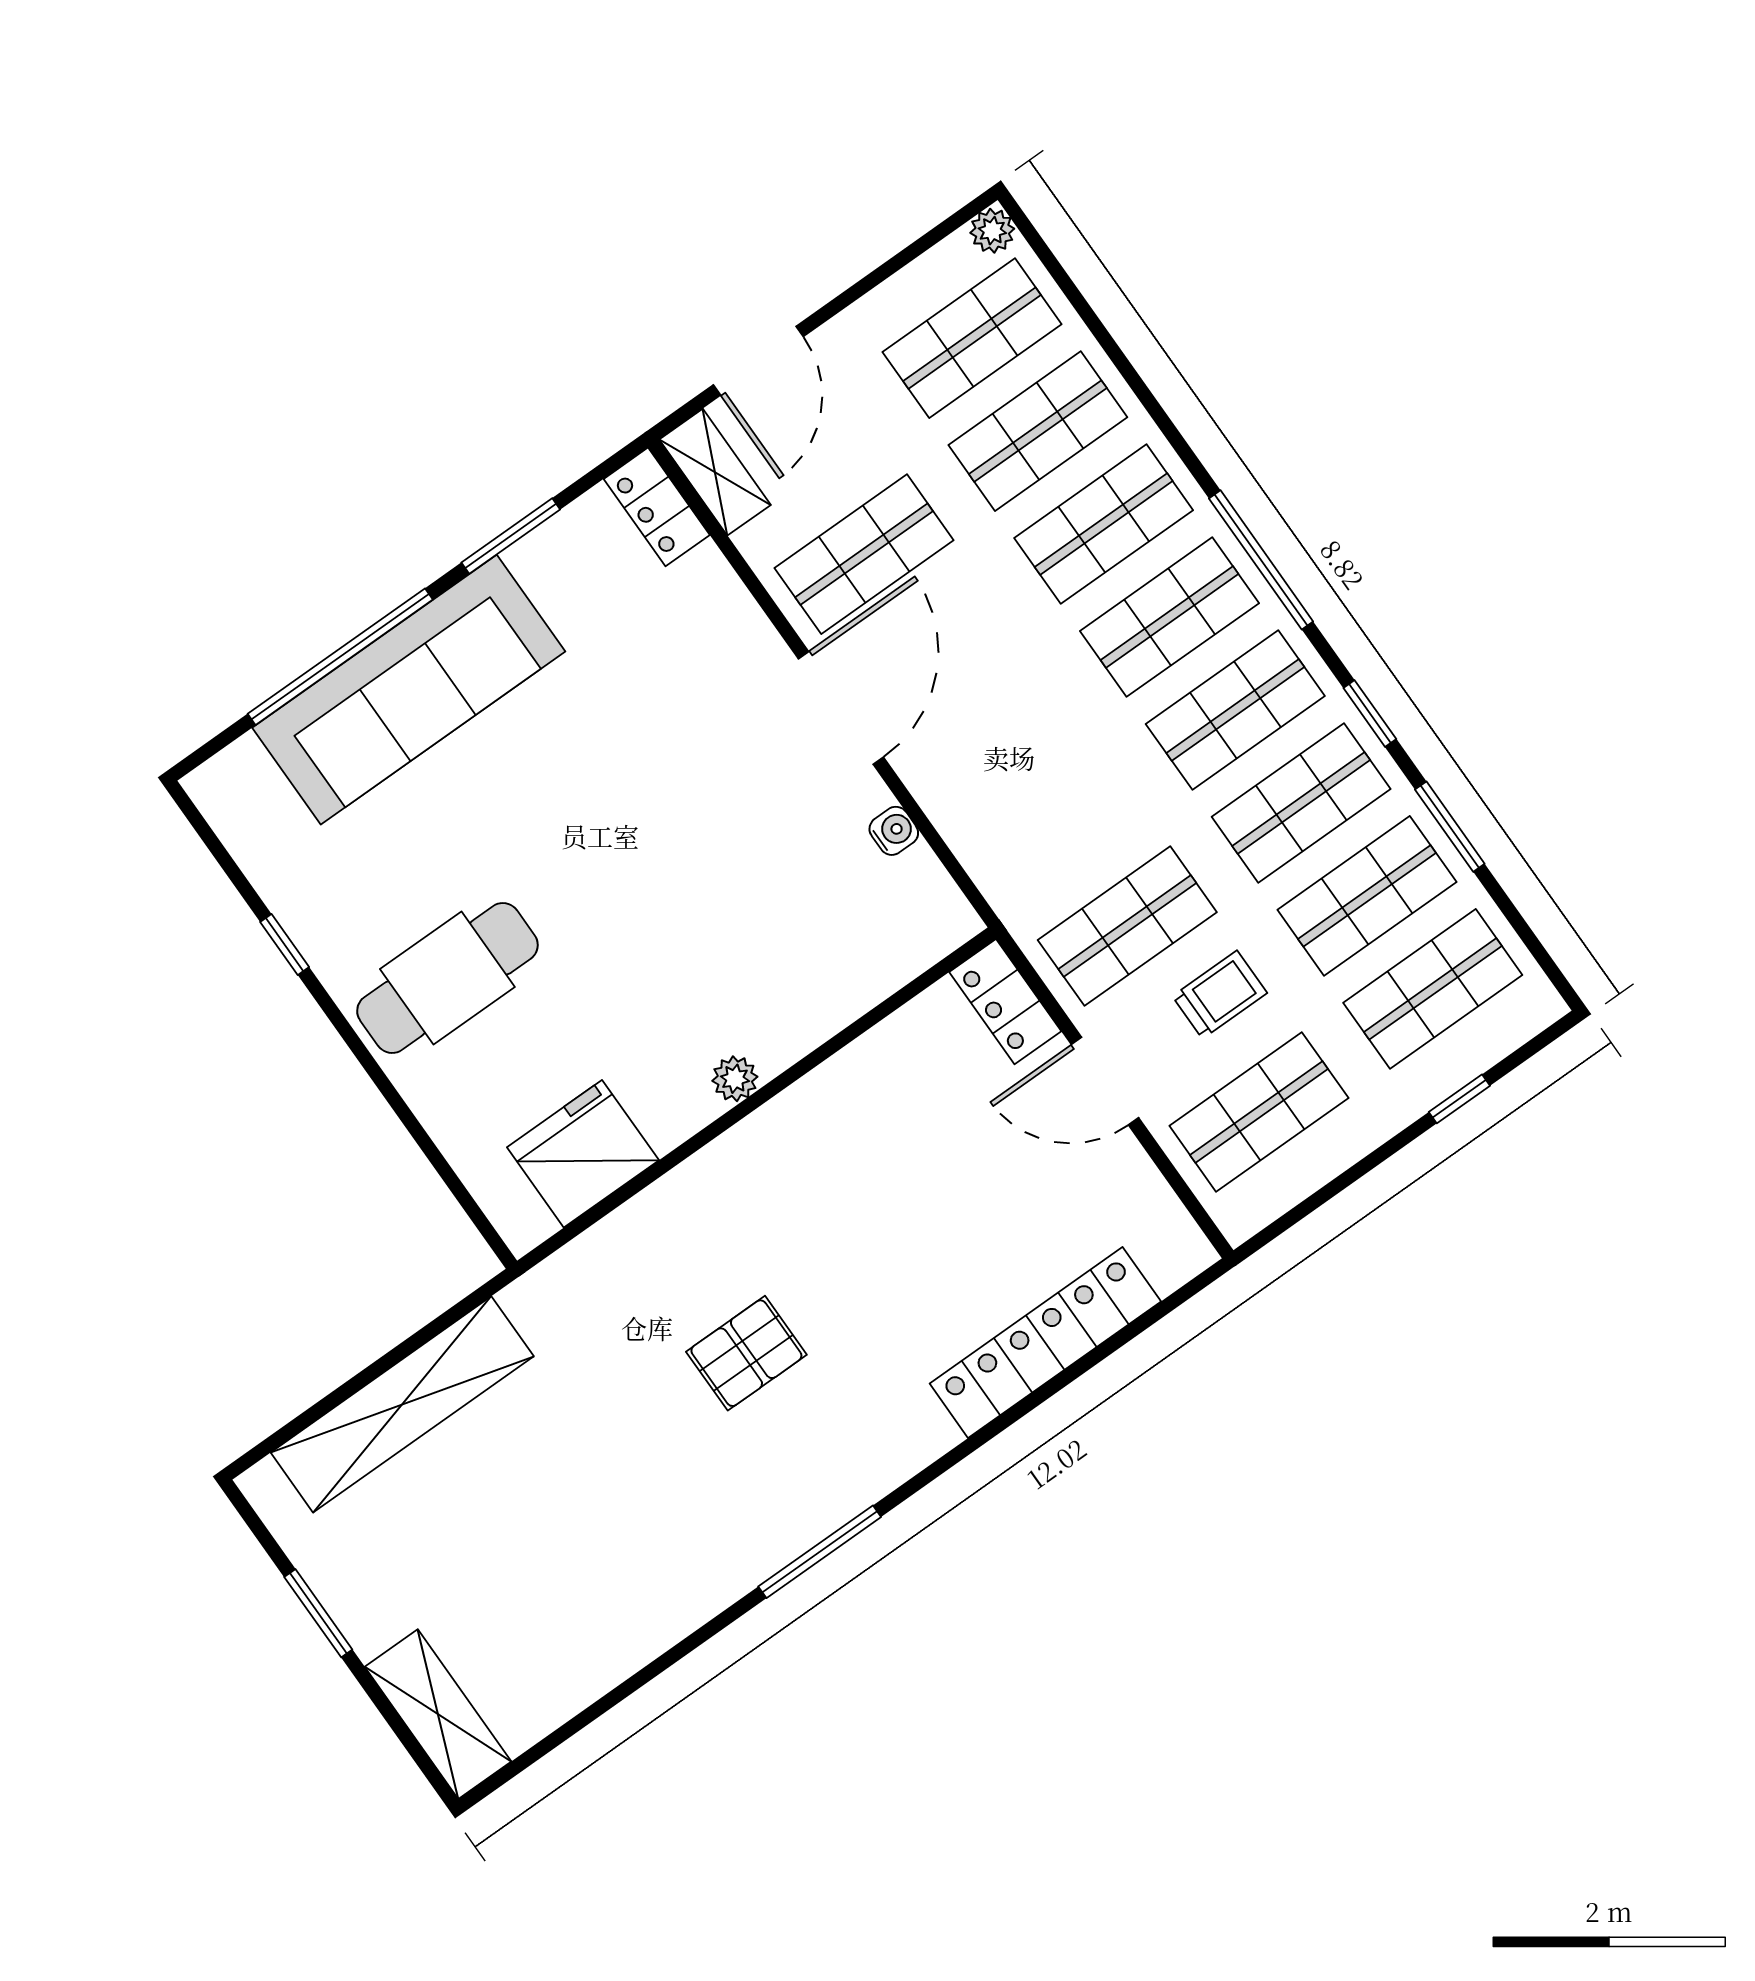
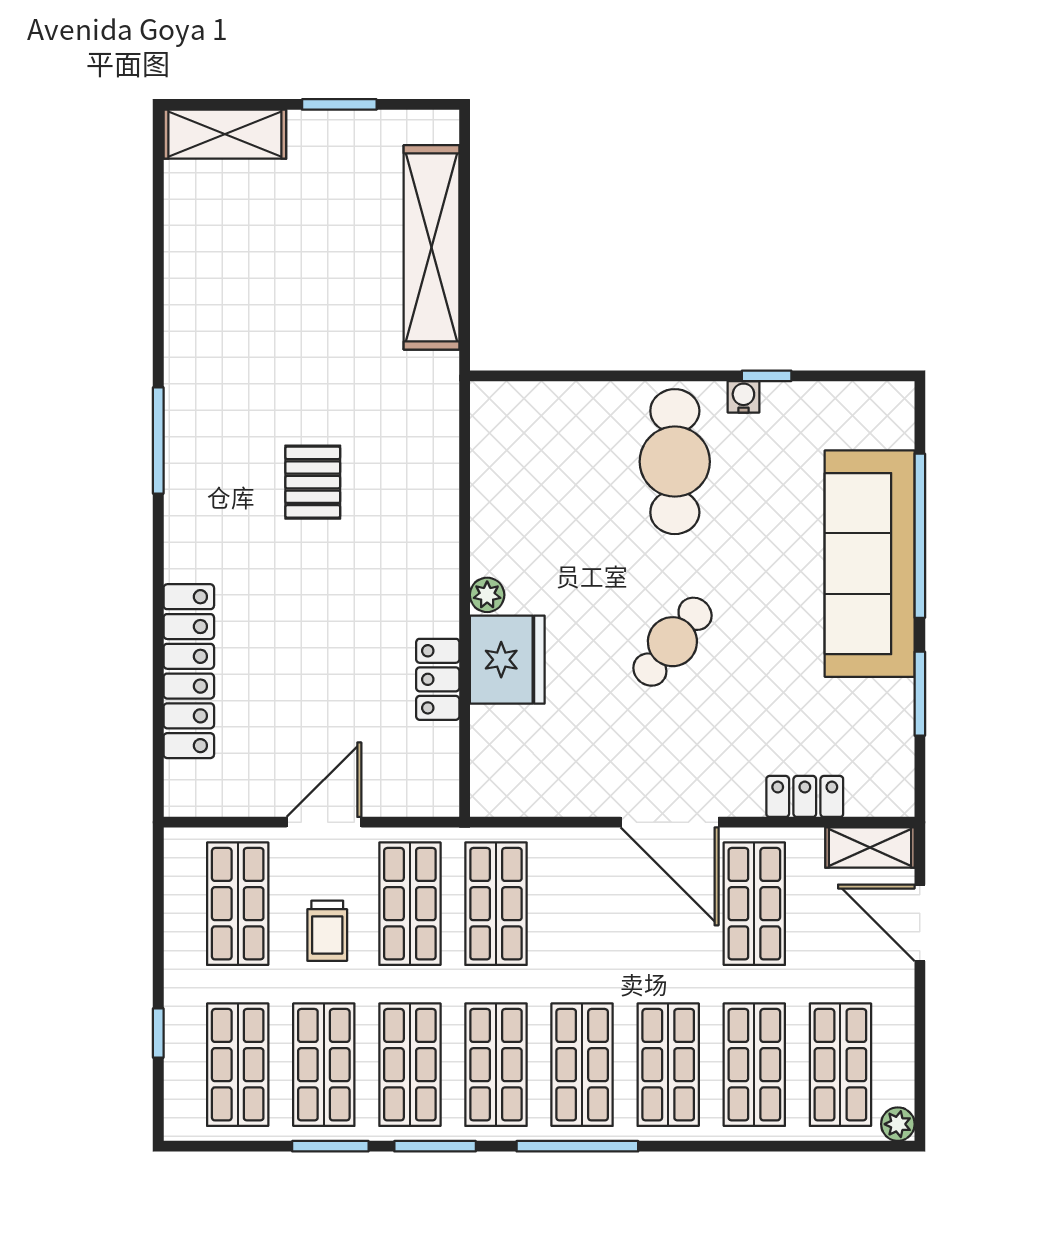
locker: (657, 507) -> (805, 796), moved
window: (1370, 714) -> (435, 1146), width x1.50
water cooler: (894, 831) -> (743, 397), moved, turned 180
shop shelf: (1061, 833) -> (496, 904), added
cafe table: (644, 843) -> (672, 642), added
locker: (1005, 1002) -> (438, 679), moved, turned -90
fridge: (583, 1154) -> (507, 660), moved

